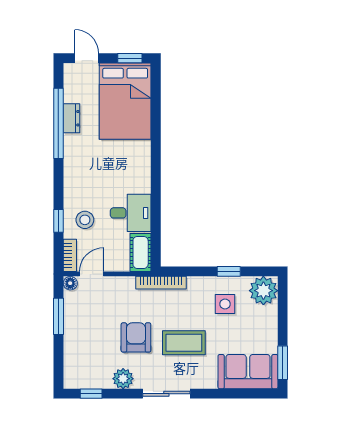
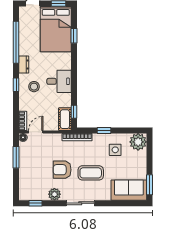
window: (156, 112) -> (74, 36), added
dresser: (71, 118) -> (24, 65), moved
desk: (131, 213) -> (59, 81), moved
stool: (85, 220) -> (34, 87), moved
window: (58, 221) -> (16, 85), moved
window: (156, 240) -> (74, 112), added
window: (229, 271) -> (104, 130), moved
armchair: (136, 337) -> (62, 170), turned -90

